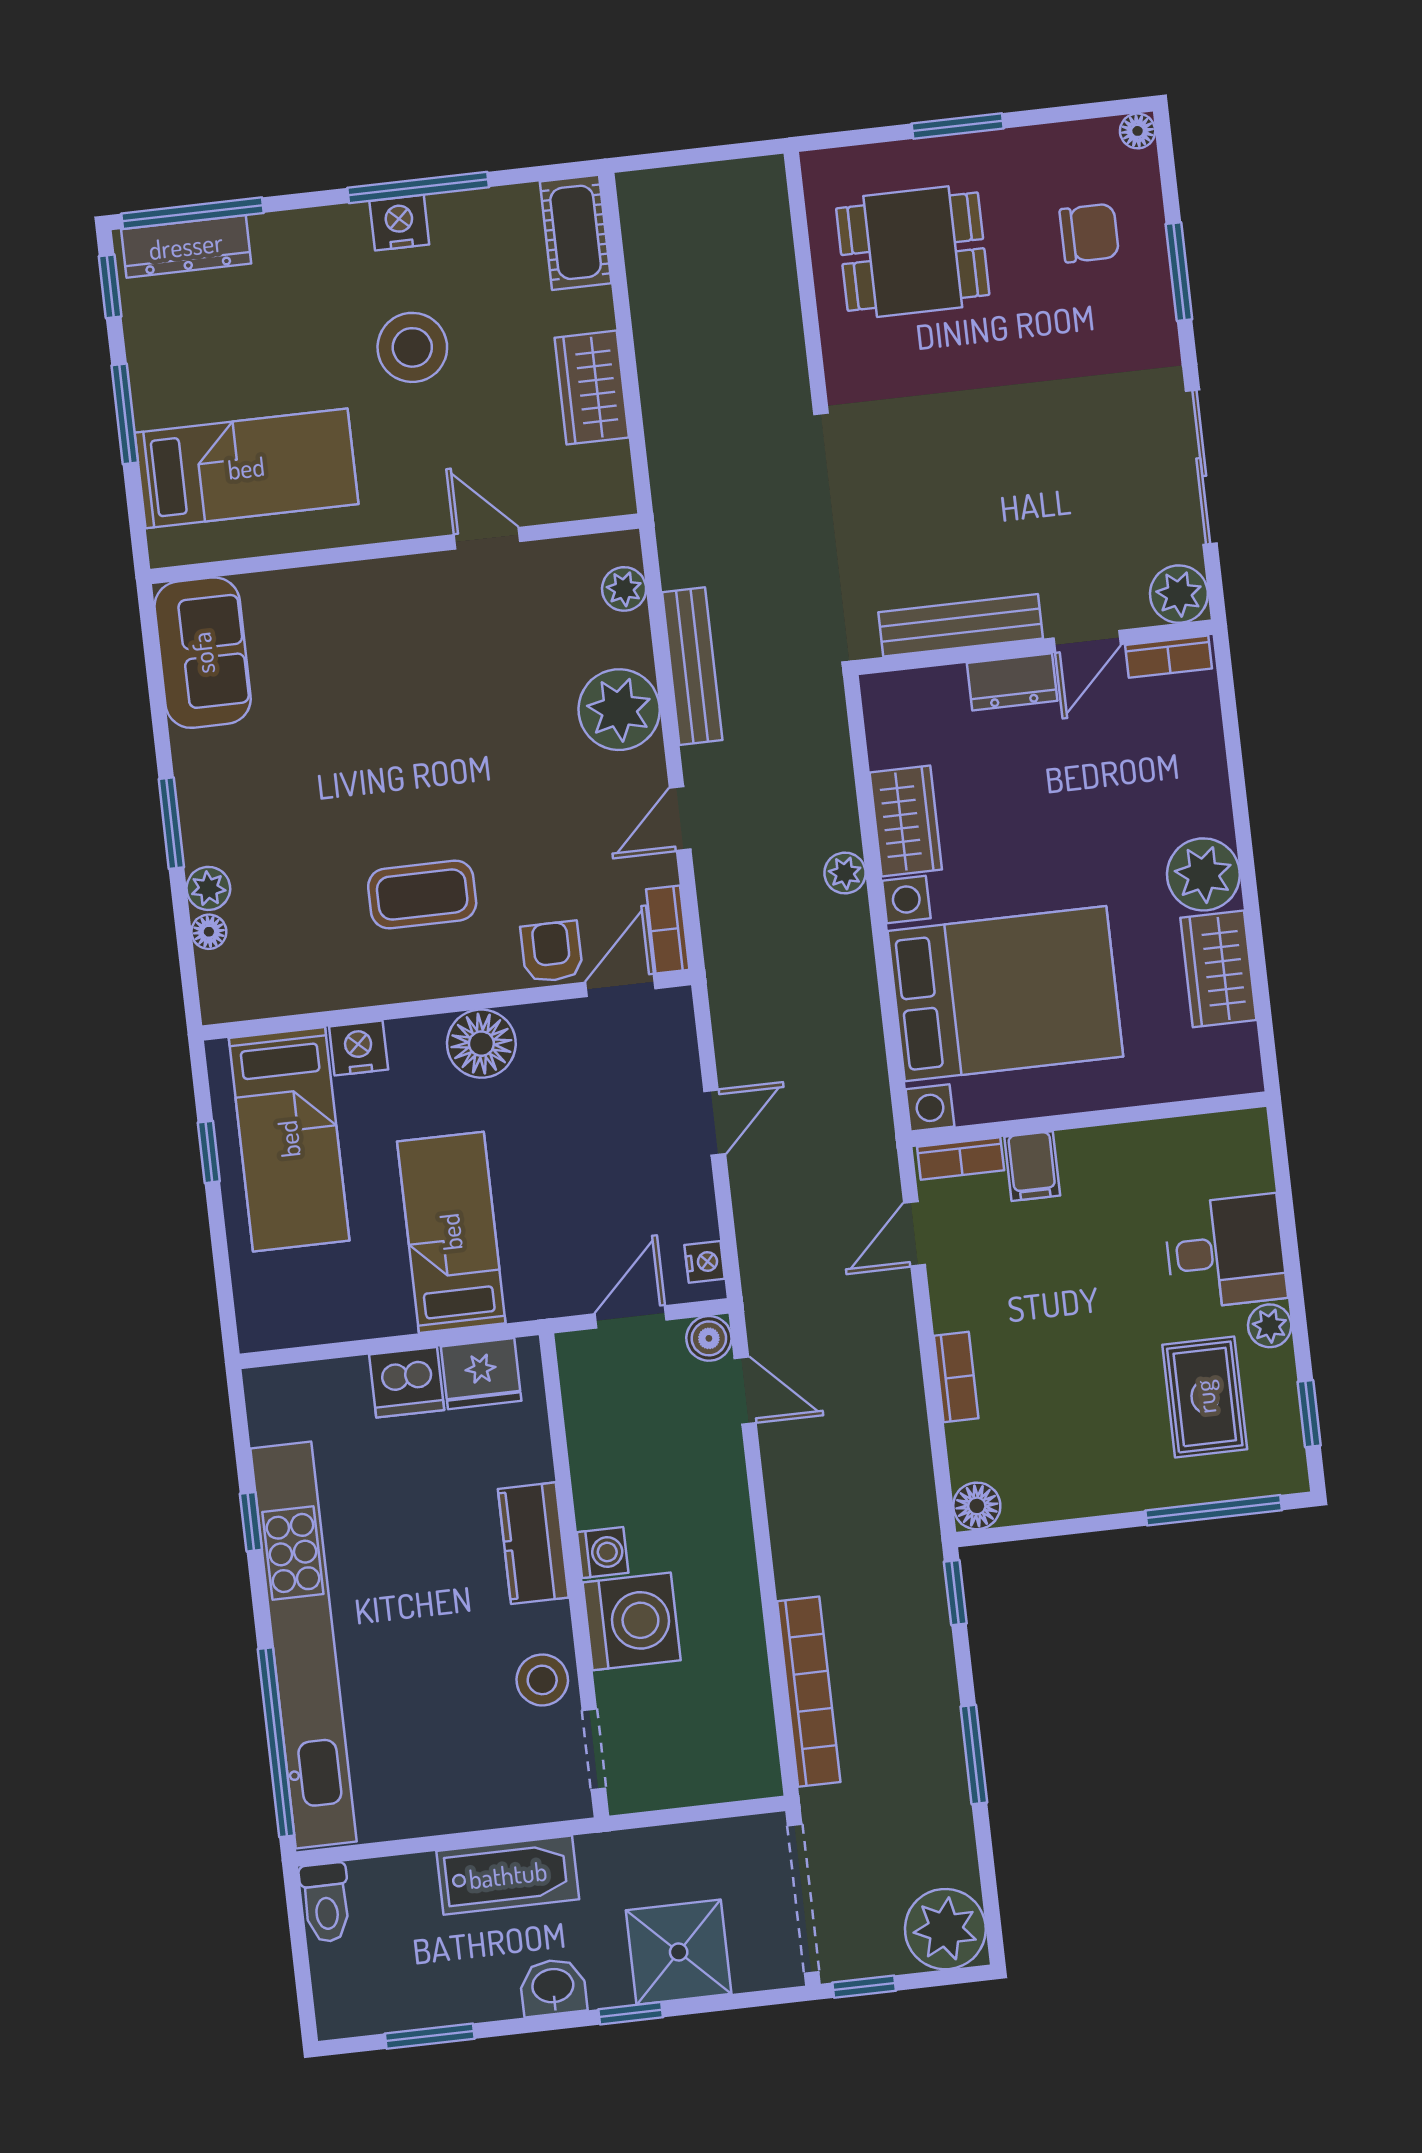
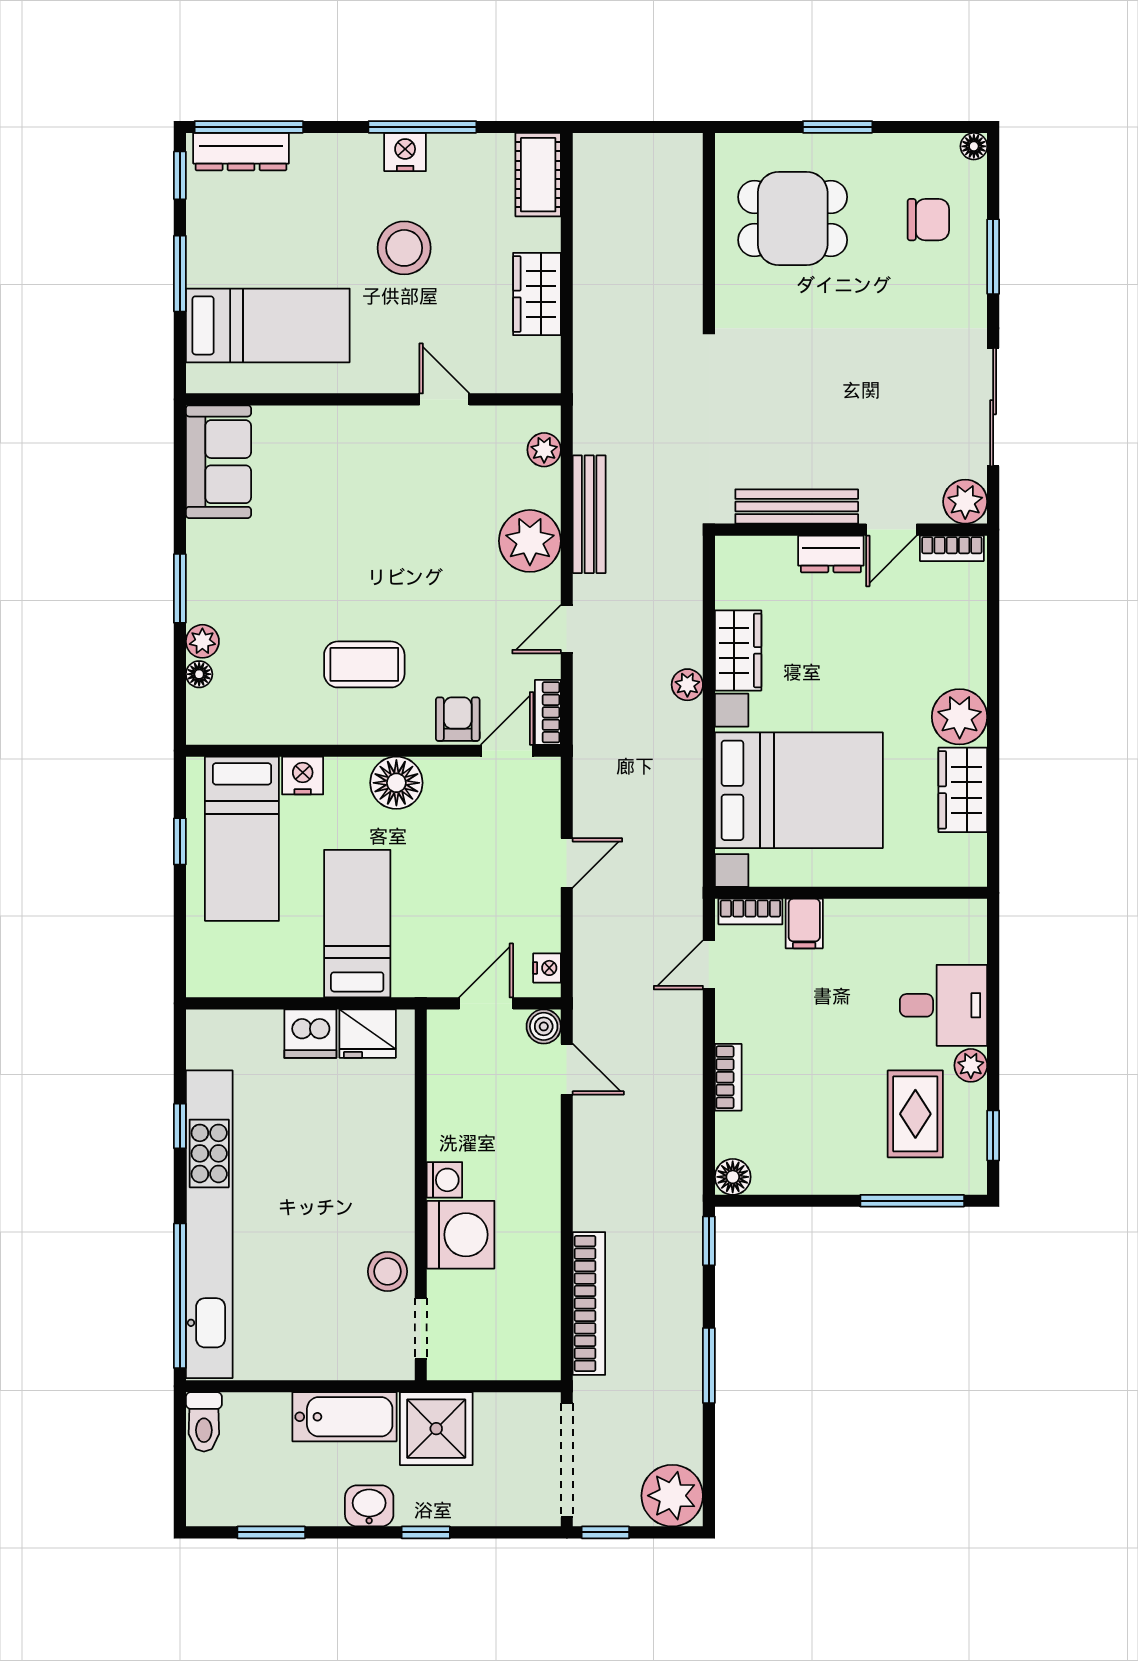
kitchen counter: (533, 1543) -> (393, 1167), removed
shower: (679, 1952) -> (436, 1429), moved

